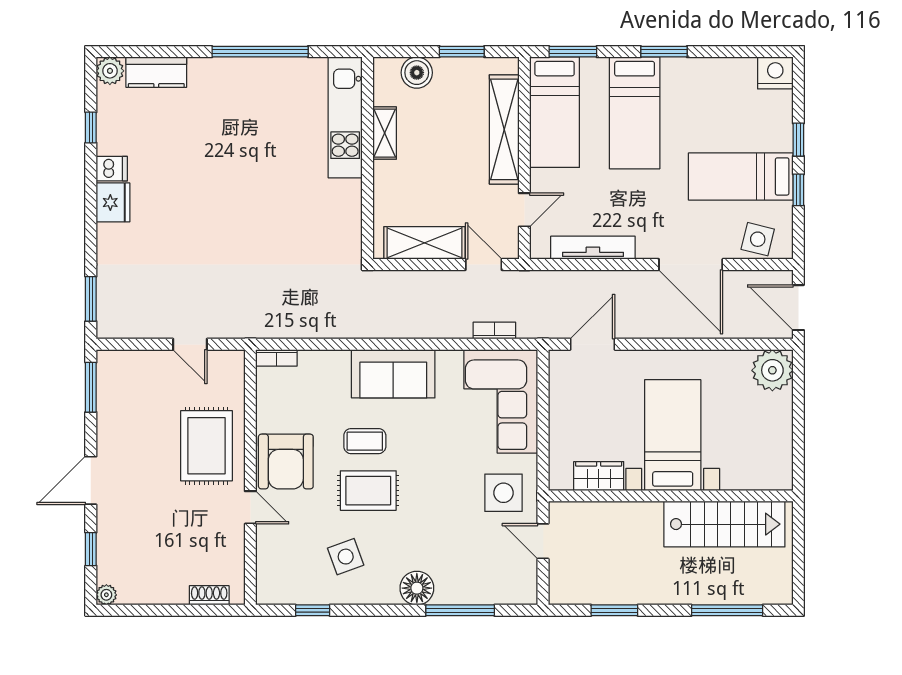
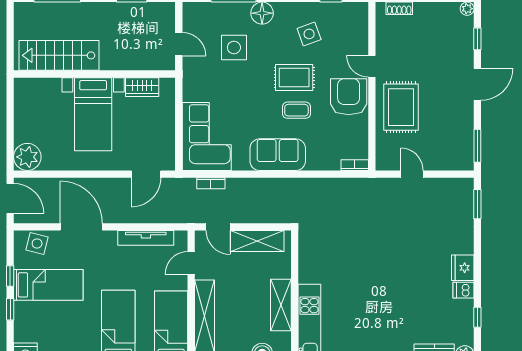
shelving: (385, 133) -> (281, 305), width x1.50, depth x1.33
side table: (503, 493) -> (234, 47), moved

